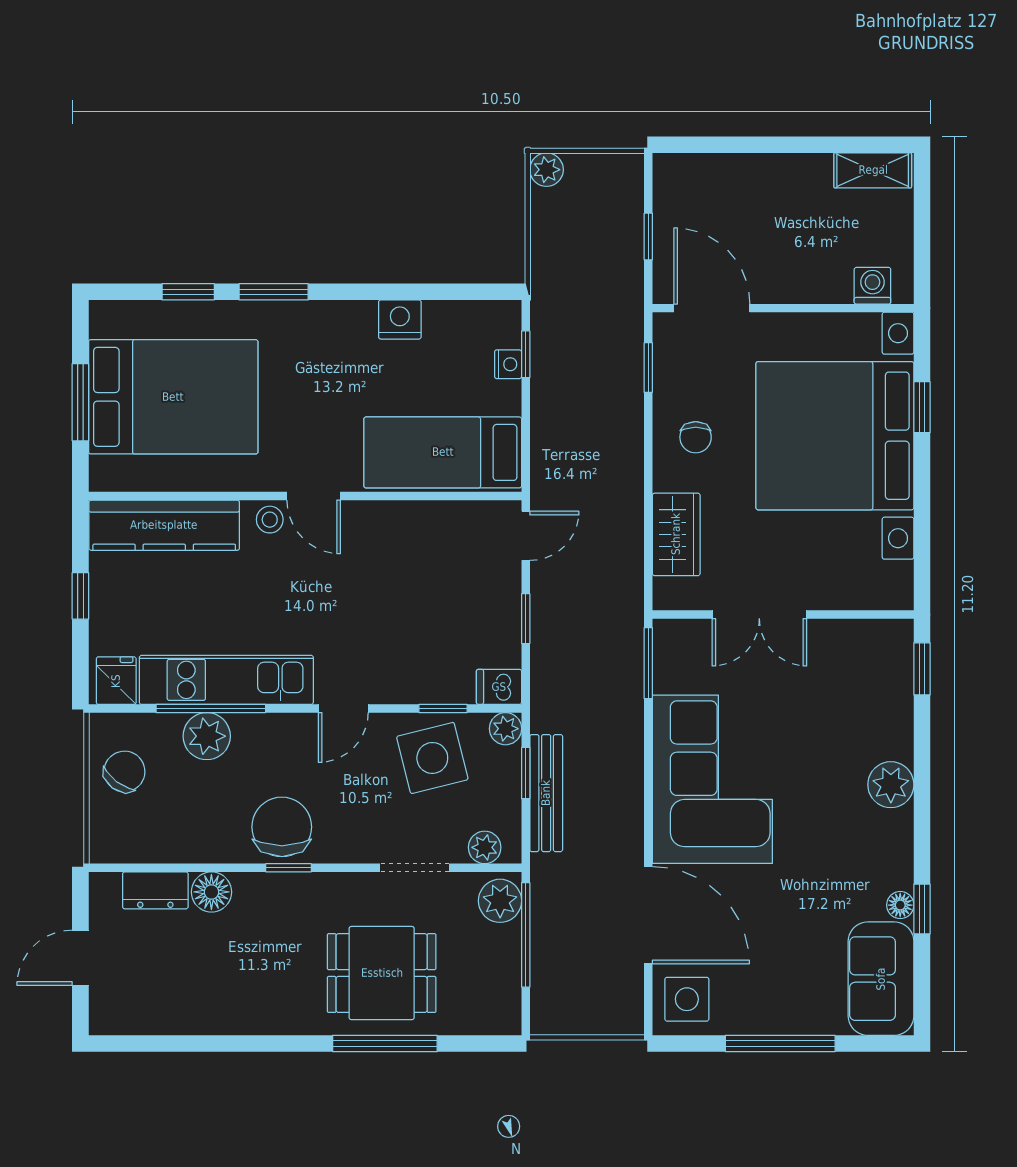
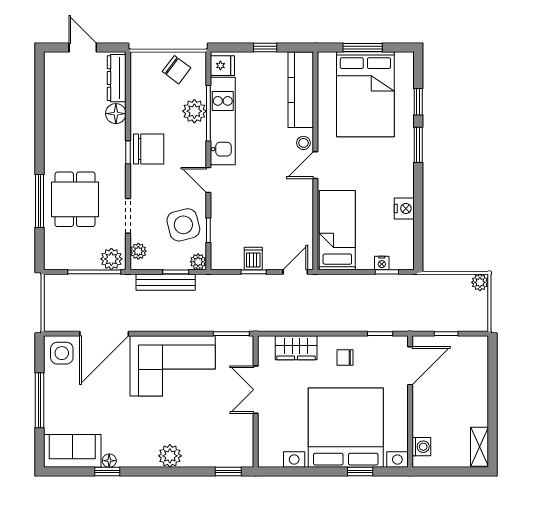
door: (526, 536) -> (295, 272), swing flipped
dishwasher: (499, 687) -> (253, 258), moved
dresser: (155, 890) -> (117, 78), width x1.44

